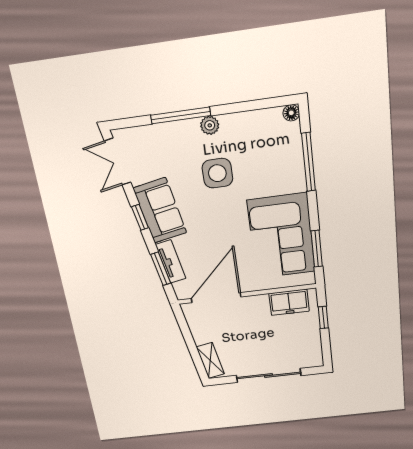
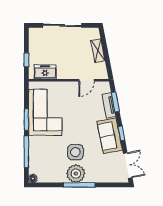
window: (181, 115) -> (79, 185), moved
plant: (210, 125) -> (76, 174), width x1.87, depth x1.87
window: (317, 249) -> (26, 119), moved
door: (216, 298) -> (87, 80), width x0.53
shelving: (210, 360) -> (98, 51), moved

